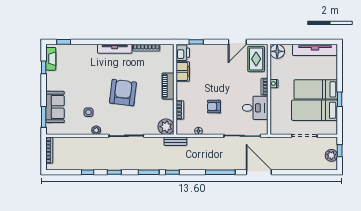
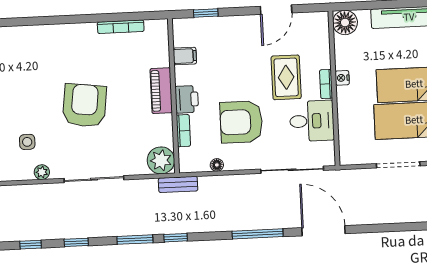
tv unit: (115, 49) -> (67, 31), removed
printer: (183, 53) -> (187, 99), moved
rug: (256, 59) -> (286, 77), moved
filing cabinet: (183, 71) -> (185, 56), width x0.50
armchair: (214, 107) -> (241, 122), width x1.88, depth x1.88

